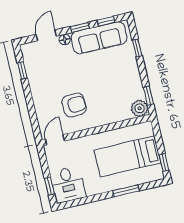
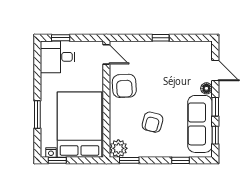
window: (22, 70) -> (161, 38), moved
armchair: (108, 82) -> (152, 122), added
armchair: (74, 105) -> (124, 86), moved
bed: (128, 156) -> (79, 125), width x1.50
nightstand: (158, 170) -> (51, 152), added

